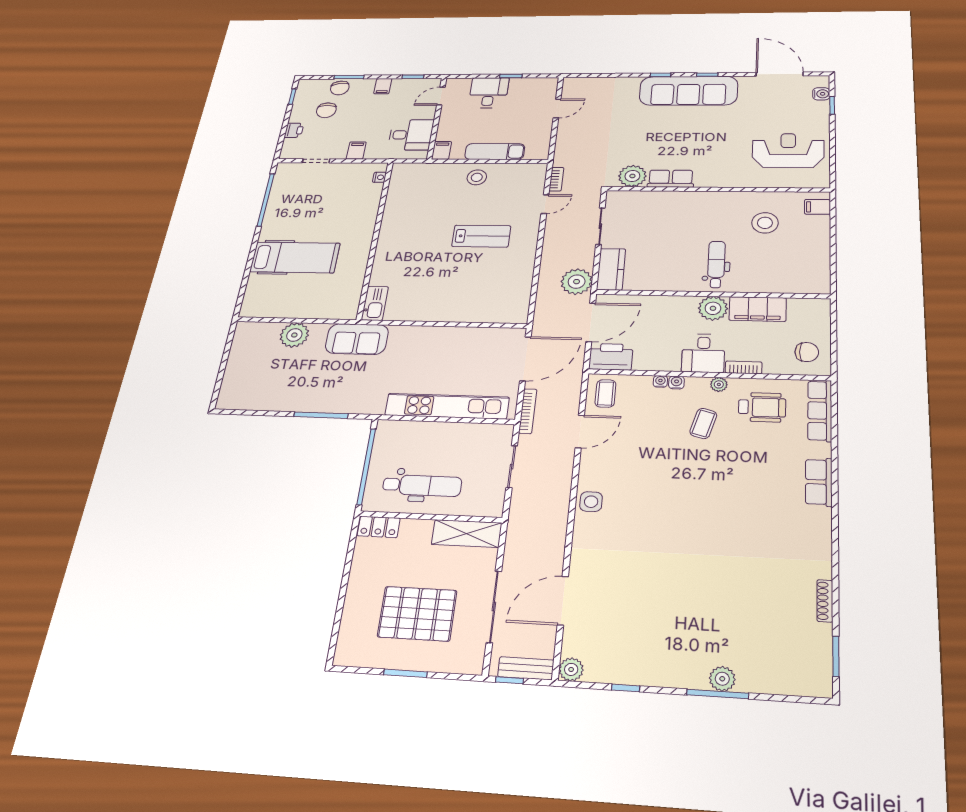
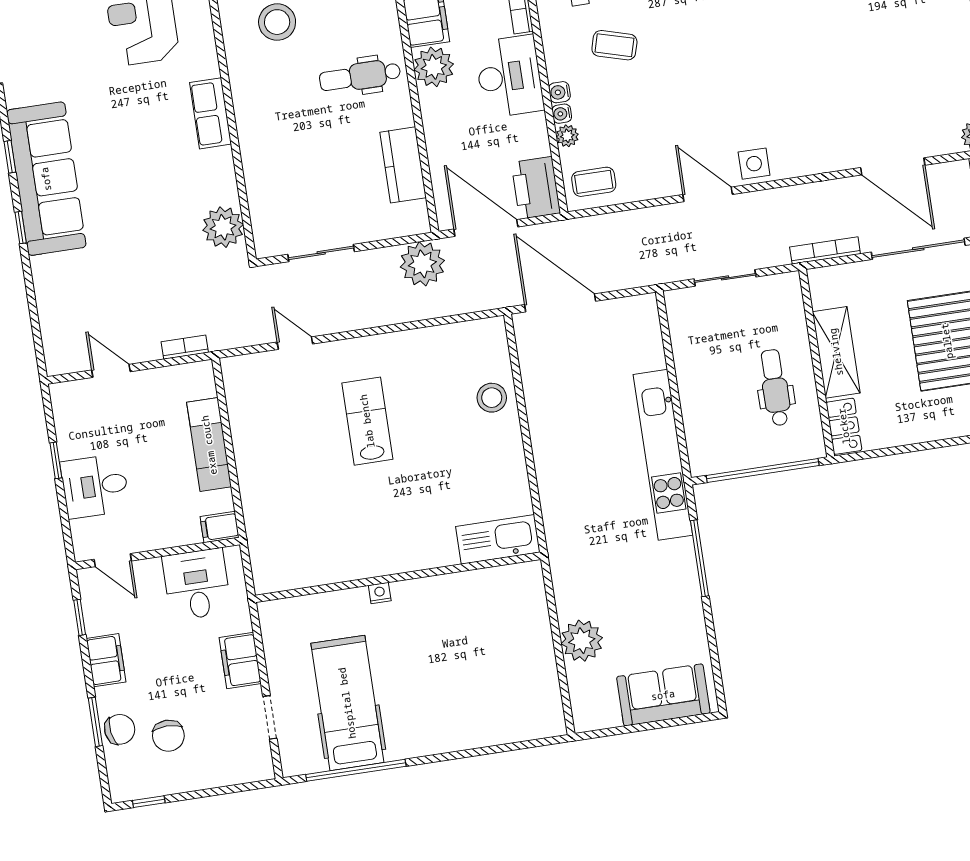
filing cabinet: (383, 86) -> (106, 660), width x2.00
chair: (326, 110) -> (168, 736), turned 90
printer: (294, 130) -> (216, 774), removed
filing cabinet: (356, 150) -> (240, 661), width x2.00
nightstand: (379, 177) -> (380, 593), moved
stool: (477, 177) -> (492, 398), moved
bookcase: (556, 179) -> (185, 347), moved
row of seats: (671, 179) -> (210, 113), moved
hospital bed: (295, 257) -> (347, 703), moved
kitchen counter: (611, 269) -> (403, 165), moved, turned -90
kitchen sink: (375, 303) -> (498, 539), width x1.36, depth x1.24
sofa: (357, 339) -> (663, 695), moved, turned -90
desk: (703, 353) -> (509, 76), width x1.37
plant: (719, 384) -> (567, 136), moved
kitchen unit: (447, 406) -> (663, 455), moved
bookcase: (528, 411) -> (825, 250), moved
door: (580, 431) -> (708, 194), moved
dental chair: (422, 485) -> (775, 388), width x0.73, depth x0.72
shelving: (467, 534) -> (836, 352), moved

